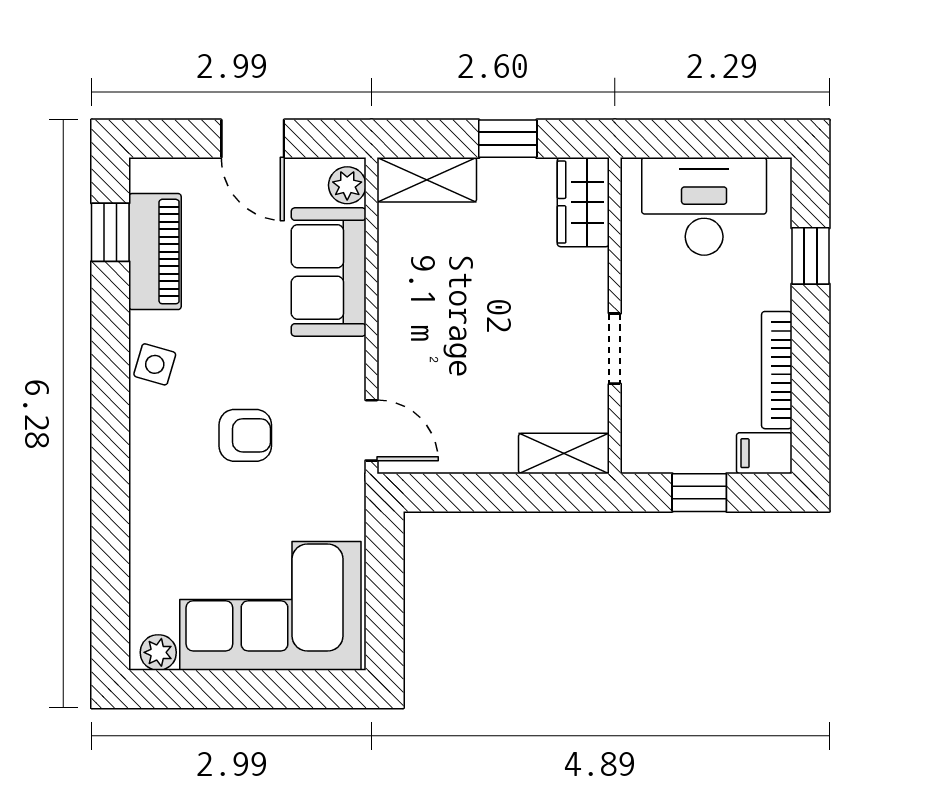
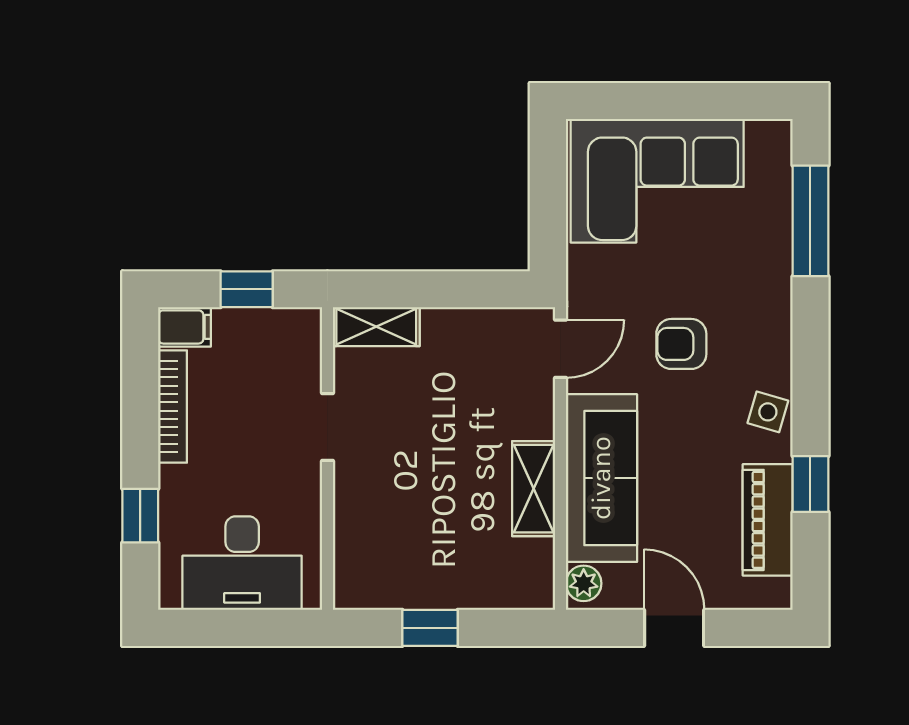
shelving: (427, 180) -> (534, 489), moved, turned 90
wardrobe: (583, 202) -> (358, 567), removed
window: (110, 232) -> (810, 484), moved
sofa: (329, 272) -> (601, 478), width x1.36
door: (371, 430) -> (560, 349), swing flipped
window: (110, 564) -> (810, 221), added
plant: (158, 652) -> (764, 136), removed

